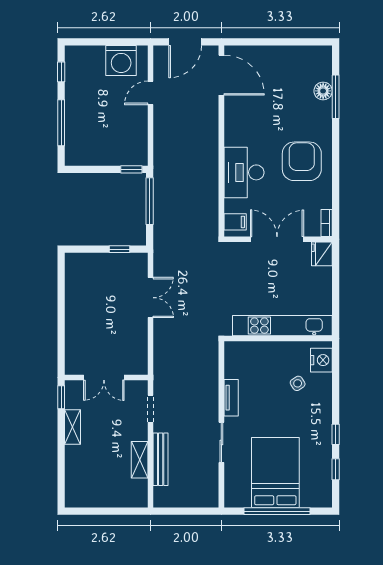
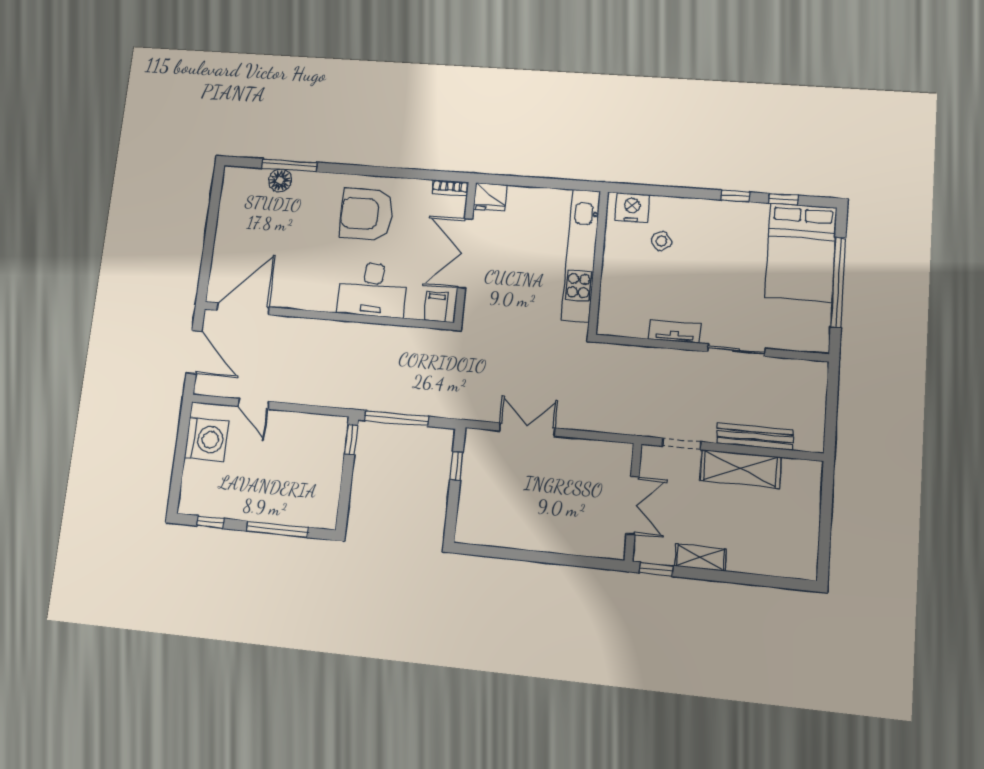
shelving: (140, 460) -> (740, 469), width x1.50, depth x1.33
bed: (275, 472) -> (801, 252), moved, turned -90

